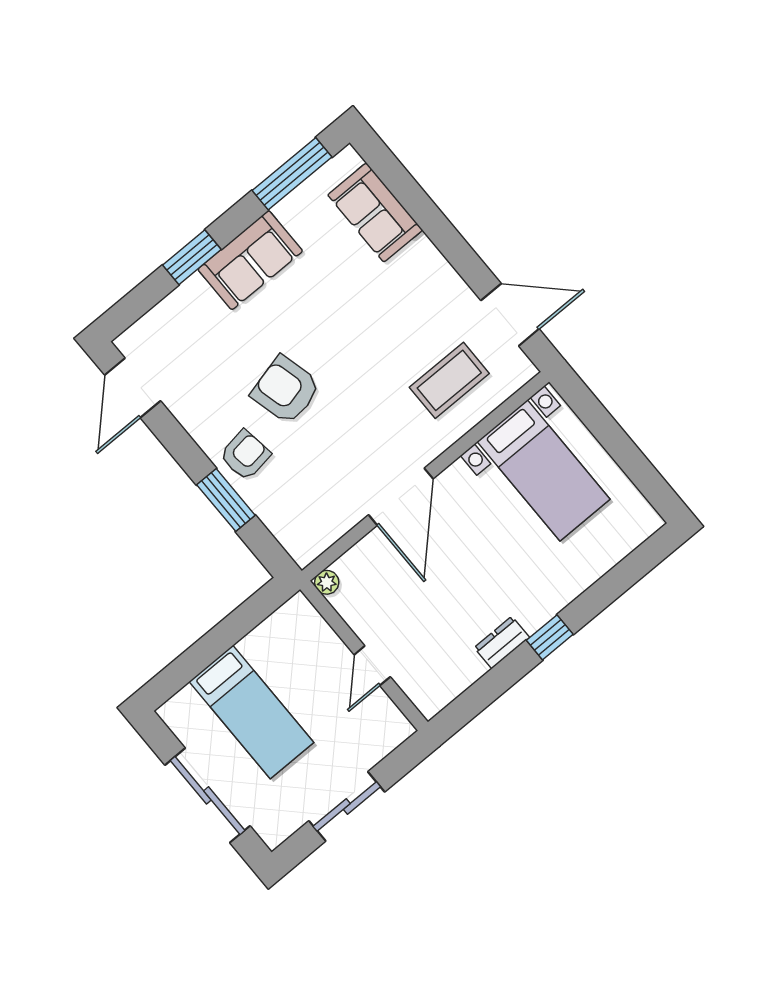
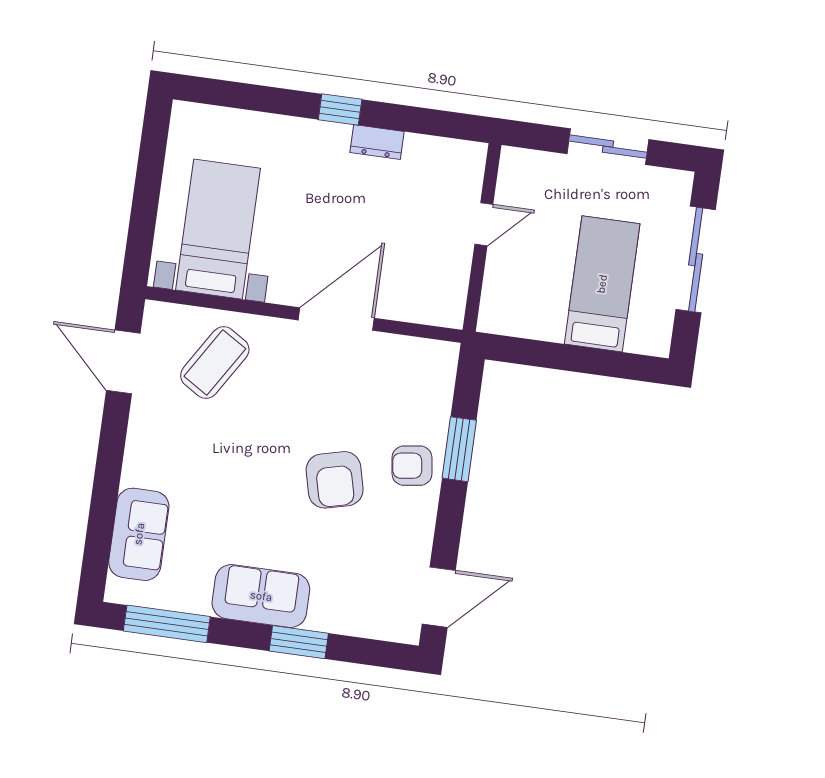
coffee table: (449, 380) -> (215, 362), turned -58
plant: (327, 582) -> (452, 316), removed

